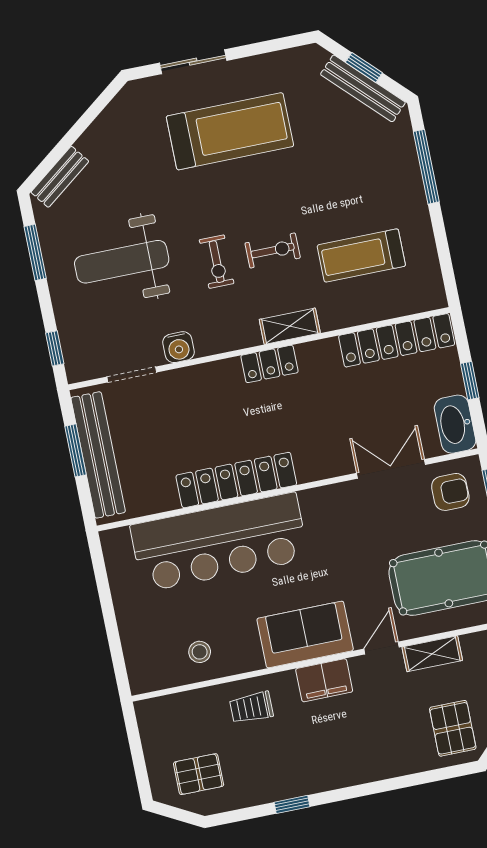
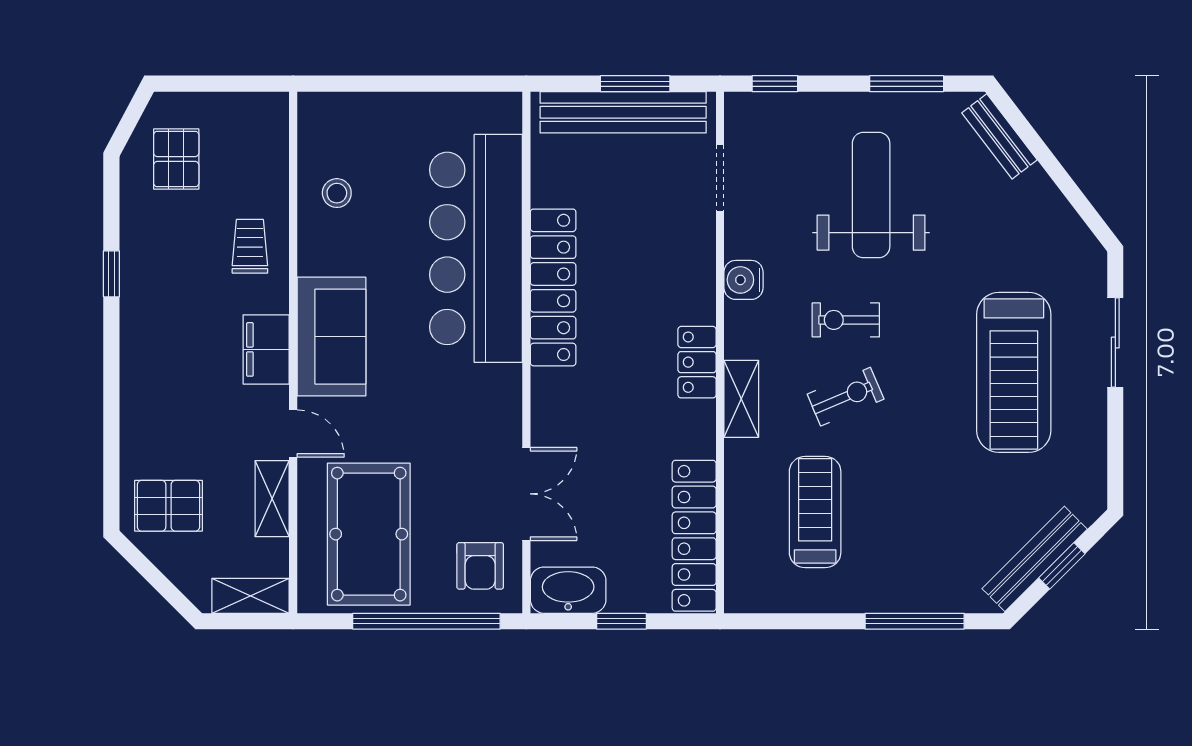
exercise bike: (273, 250) -> (846, 397), turned -113
water cooler: (179, 347) -> (744, 280), moved

